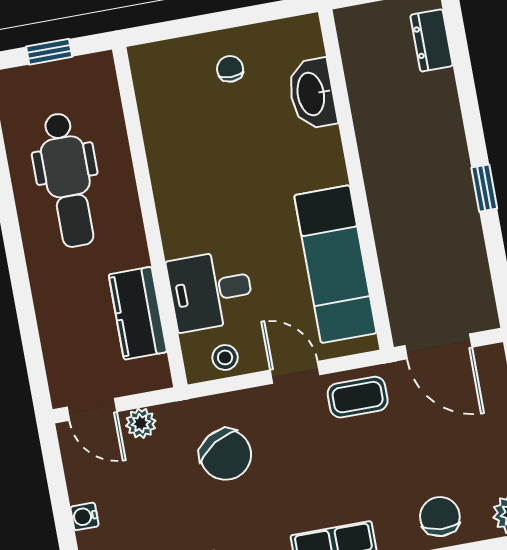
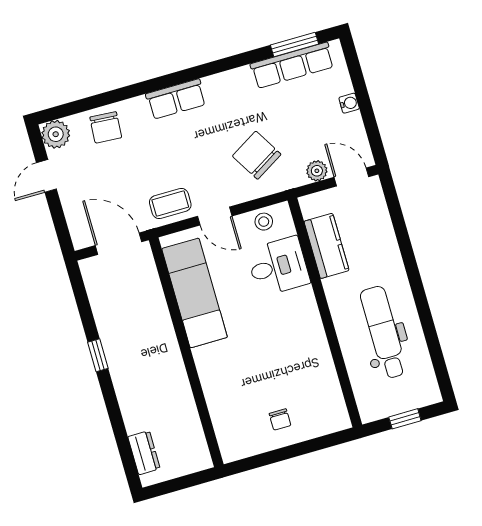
washbasin: (312, 94) -> (222, 408), removed

